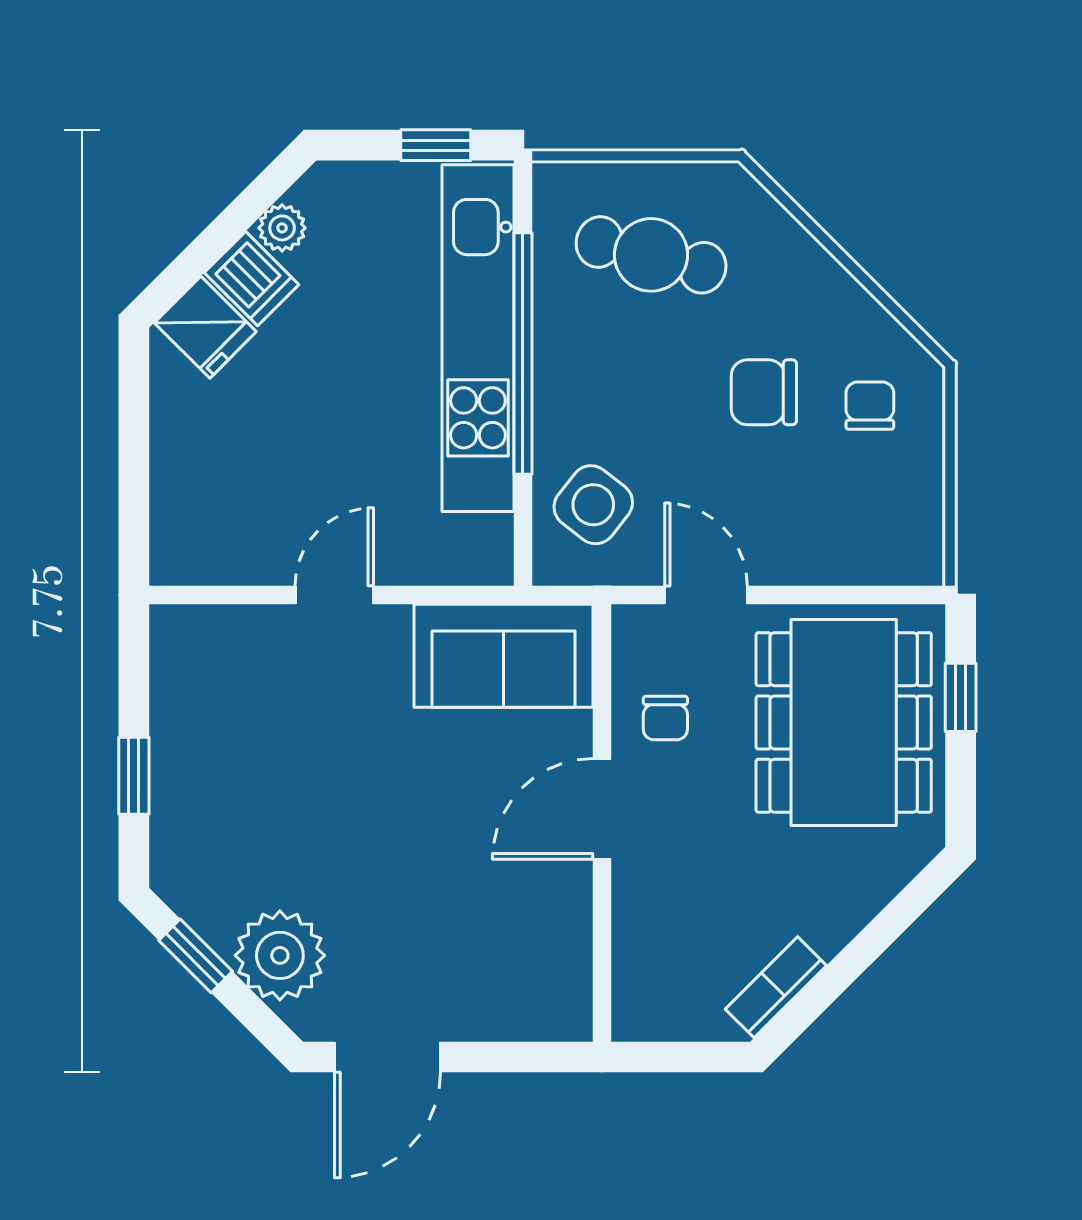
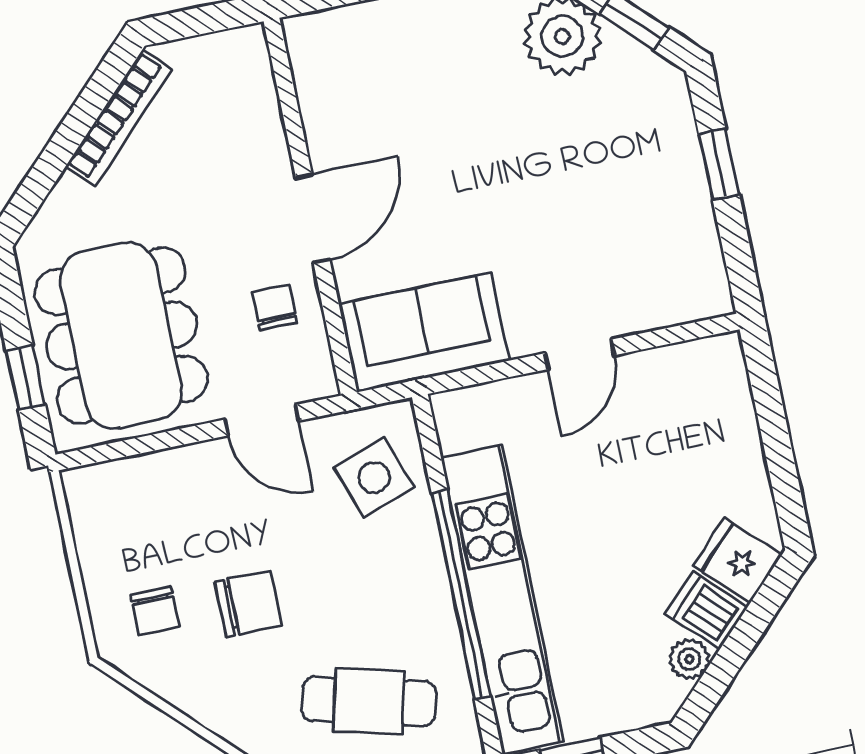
side table: (593, 505) -> (374, 477), turned 33
bookcase: (776, 987) -> (119, 118), width x1.56

